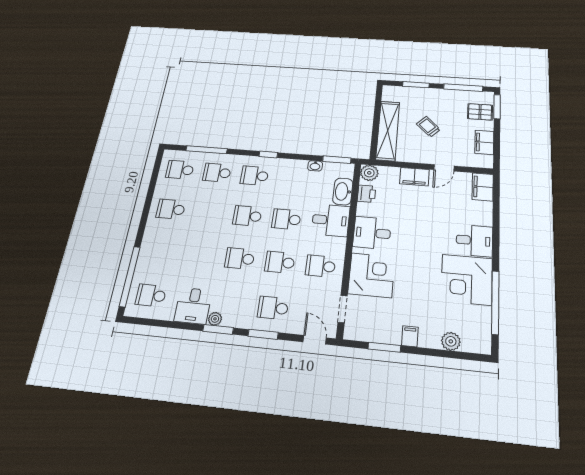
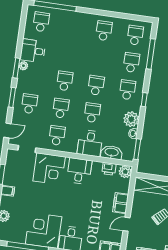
door: (444, 168) -> (126, 224), hinge flipped
plant: (295, 169) -> (131, 119), added

